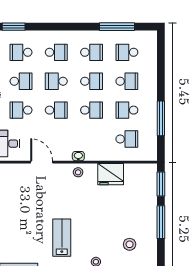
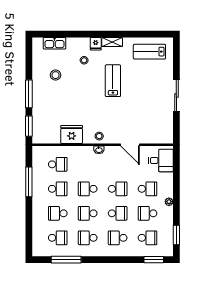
school desk: (56, 110) -> (118, 189), turned 180
school desk: (127, 139) -> (58, 164), turned 180
lab bench: (62, 238) -> (113, 81), turned 180

